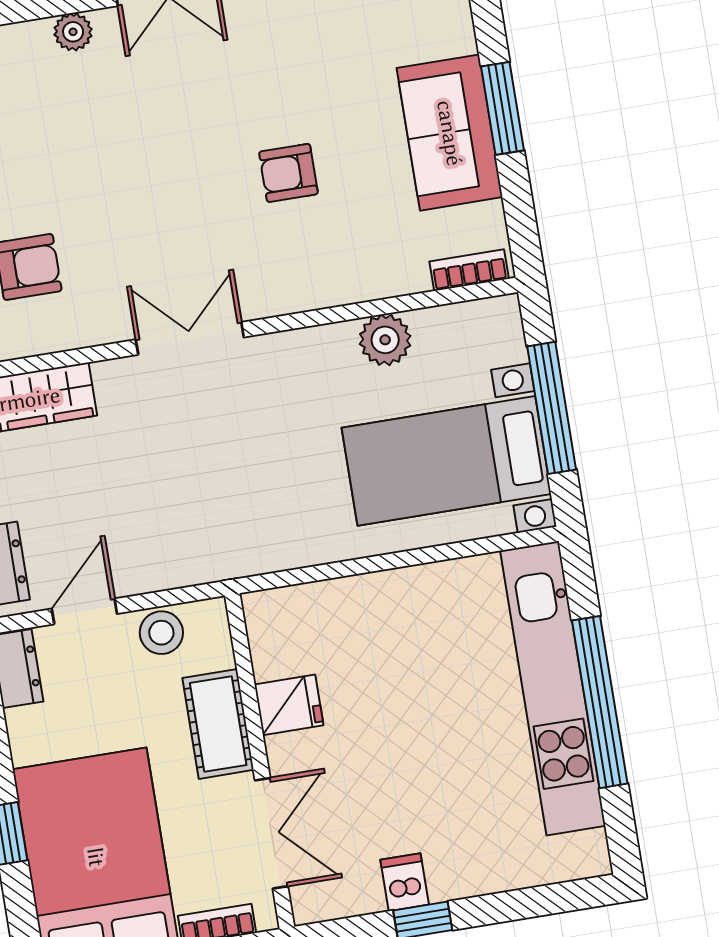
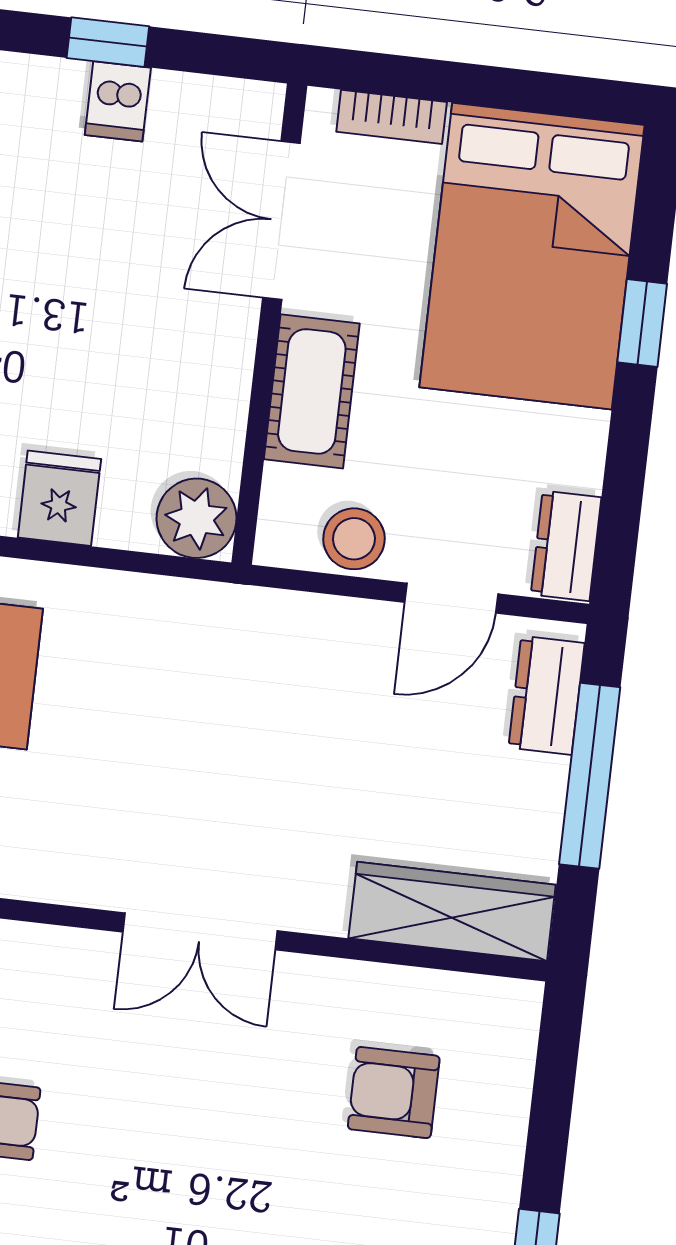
plant: (271, 616) -> (197, 518), added
fridge: (289, 705) -> (59, 498), moved, turned 90

